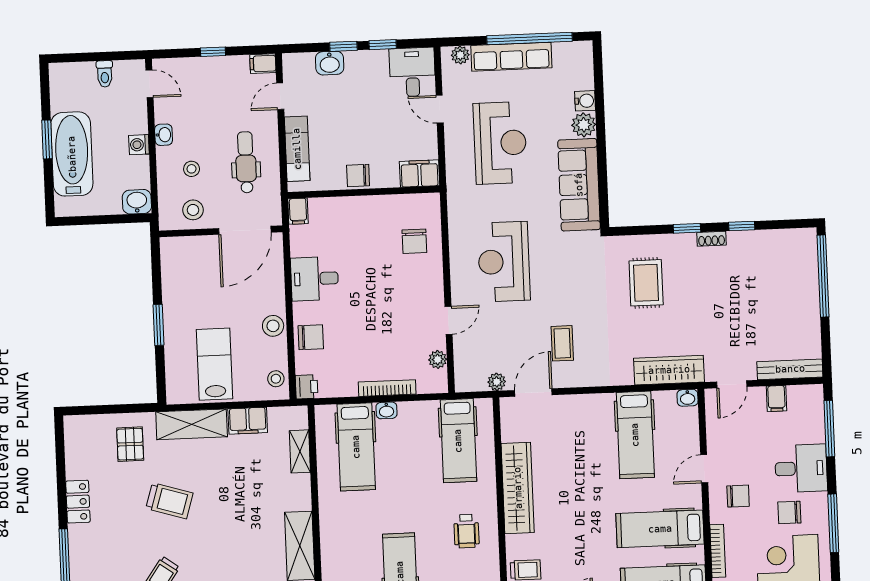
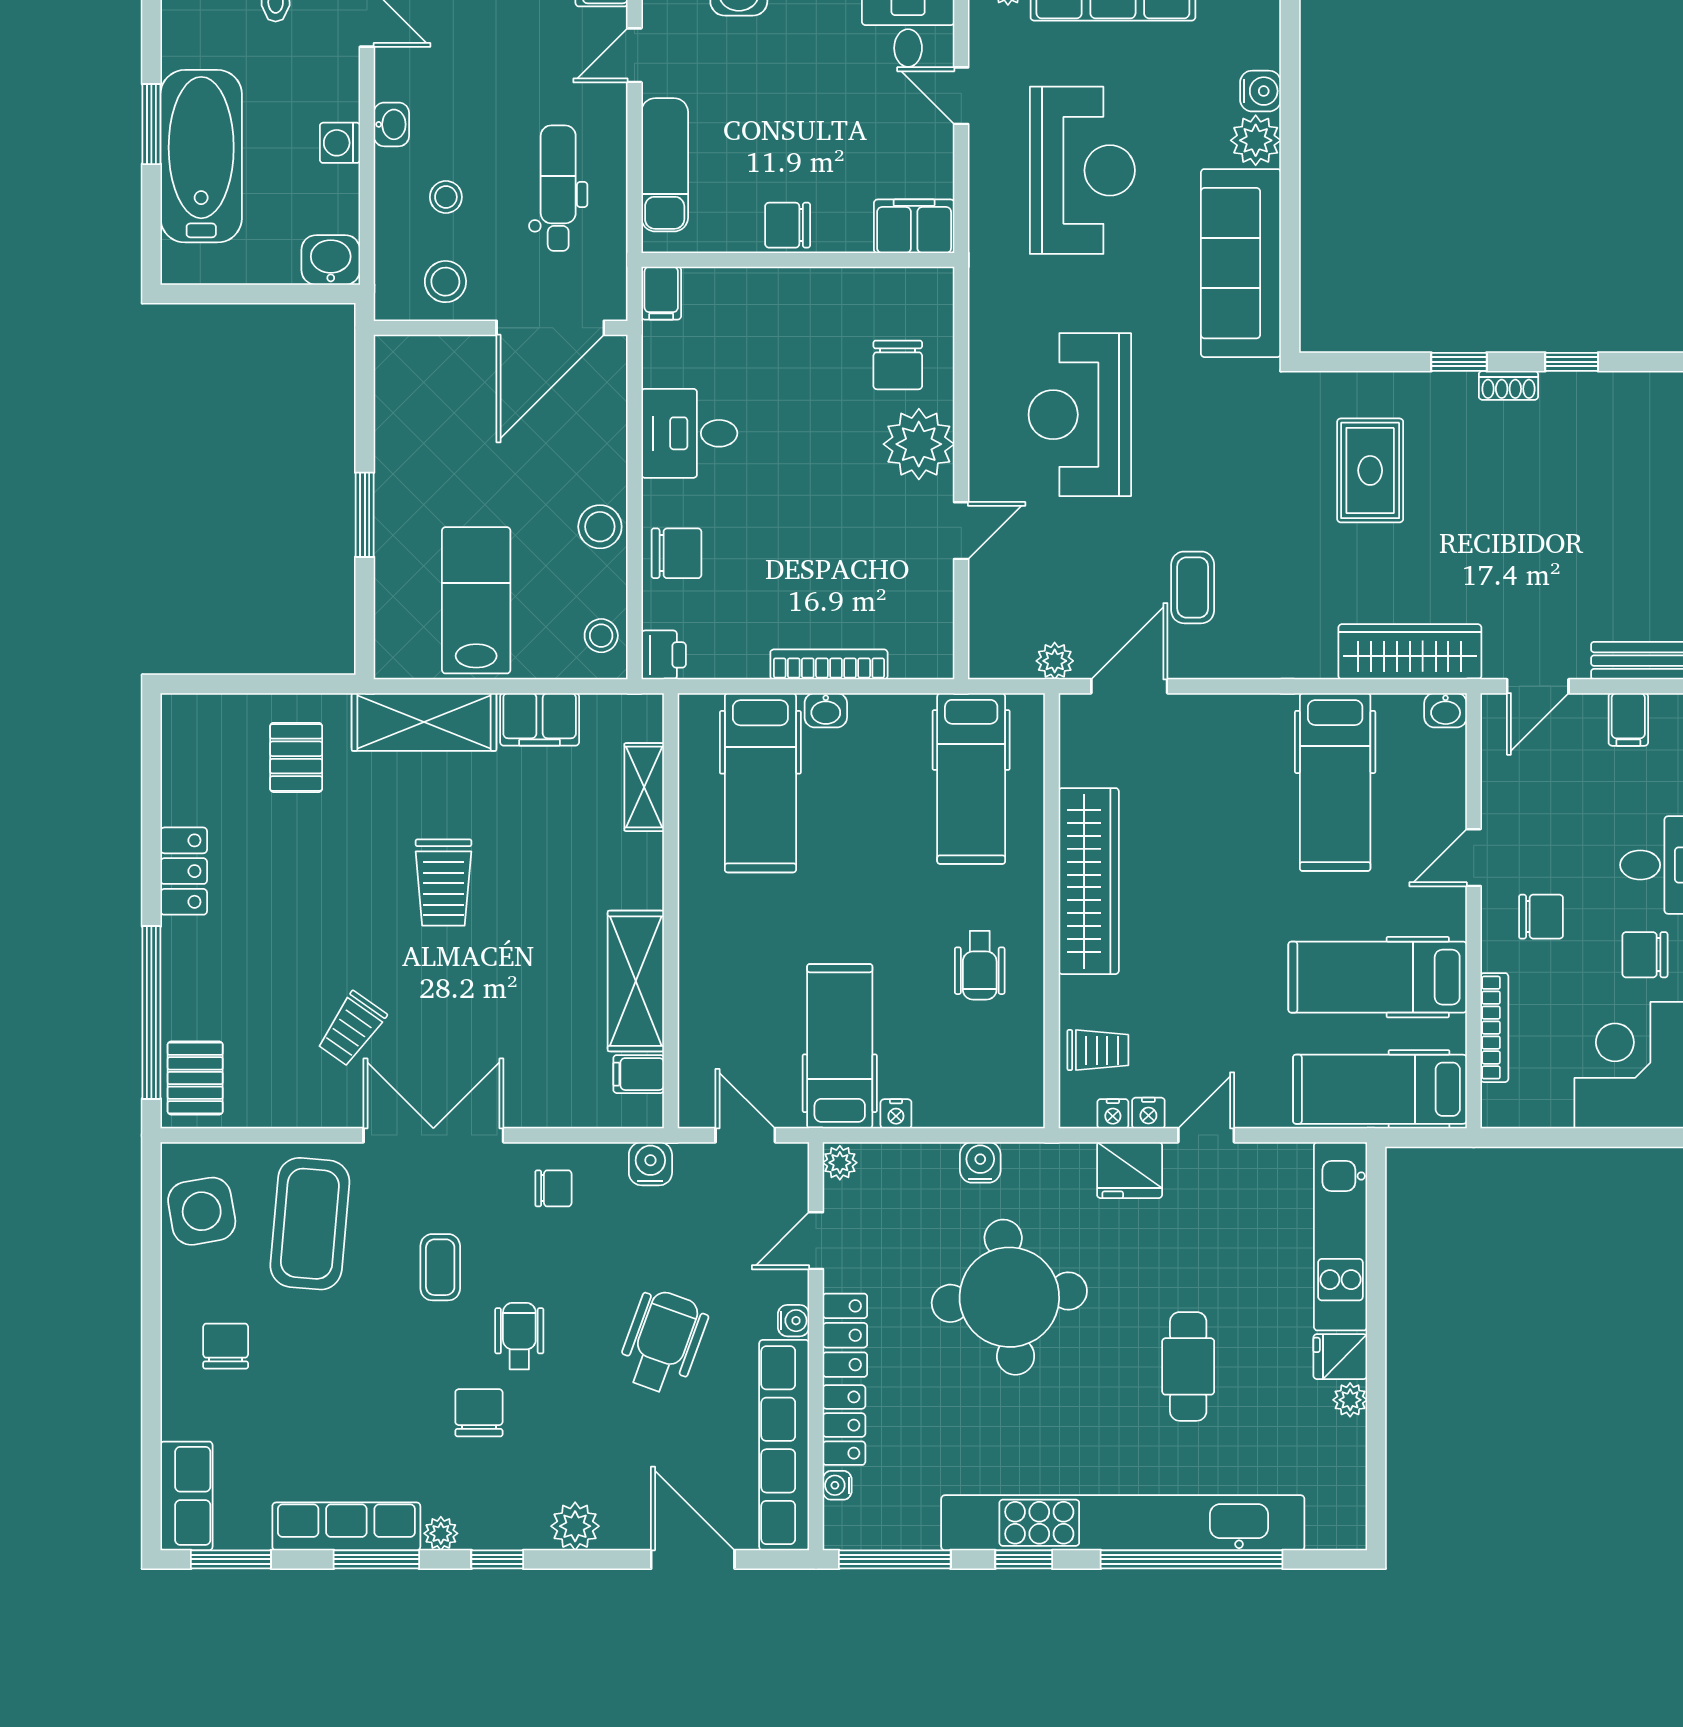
plant: (438, 359) -> (919, 444), moved, width x1.87, depth x1.87
trolley: (169, 501) -> (443, 883), moved, turned 73

